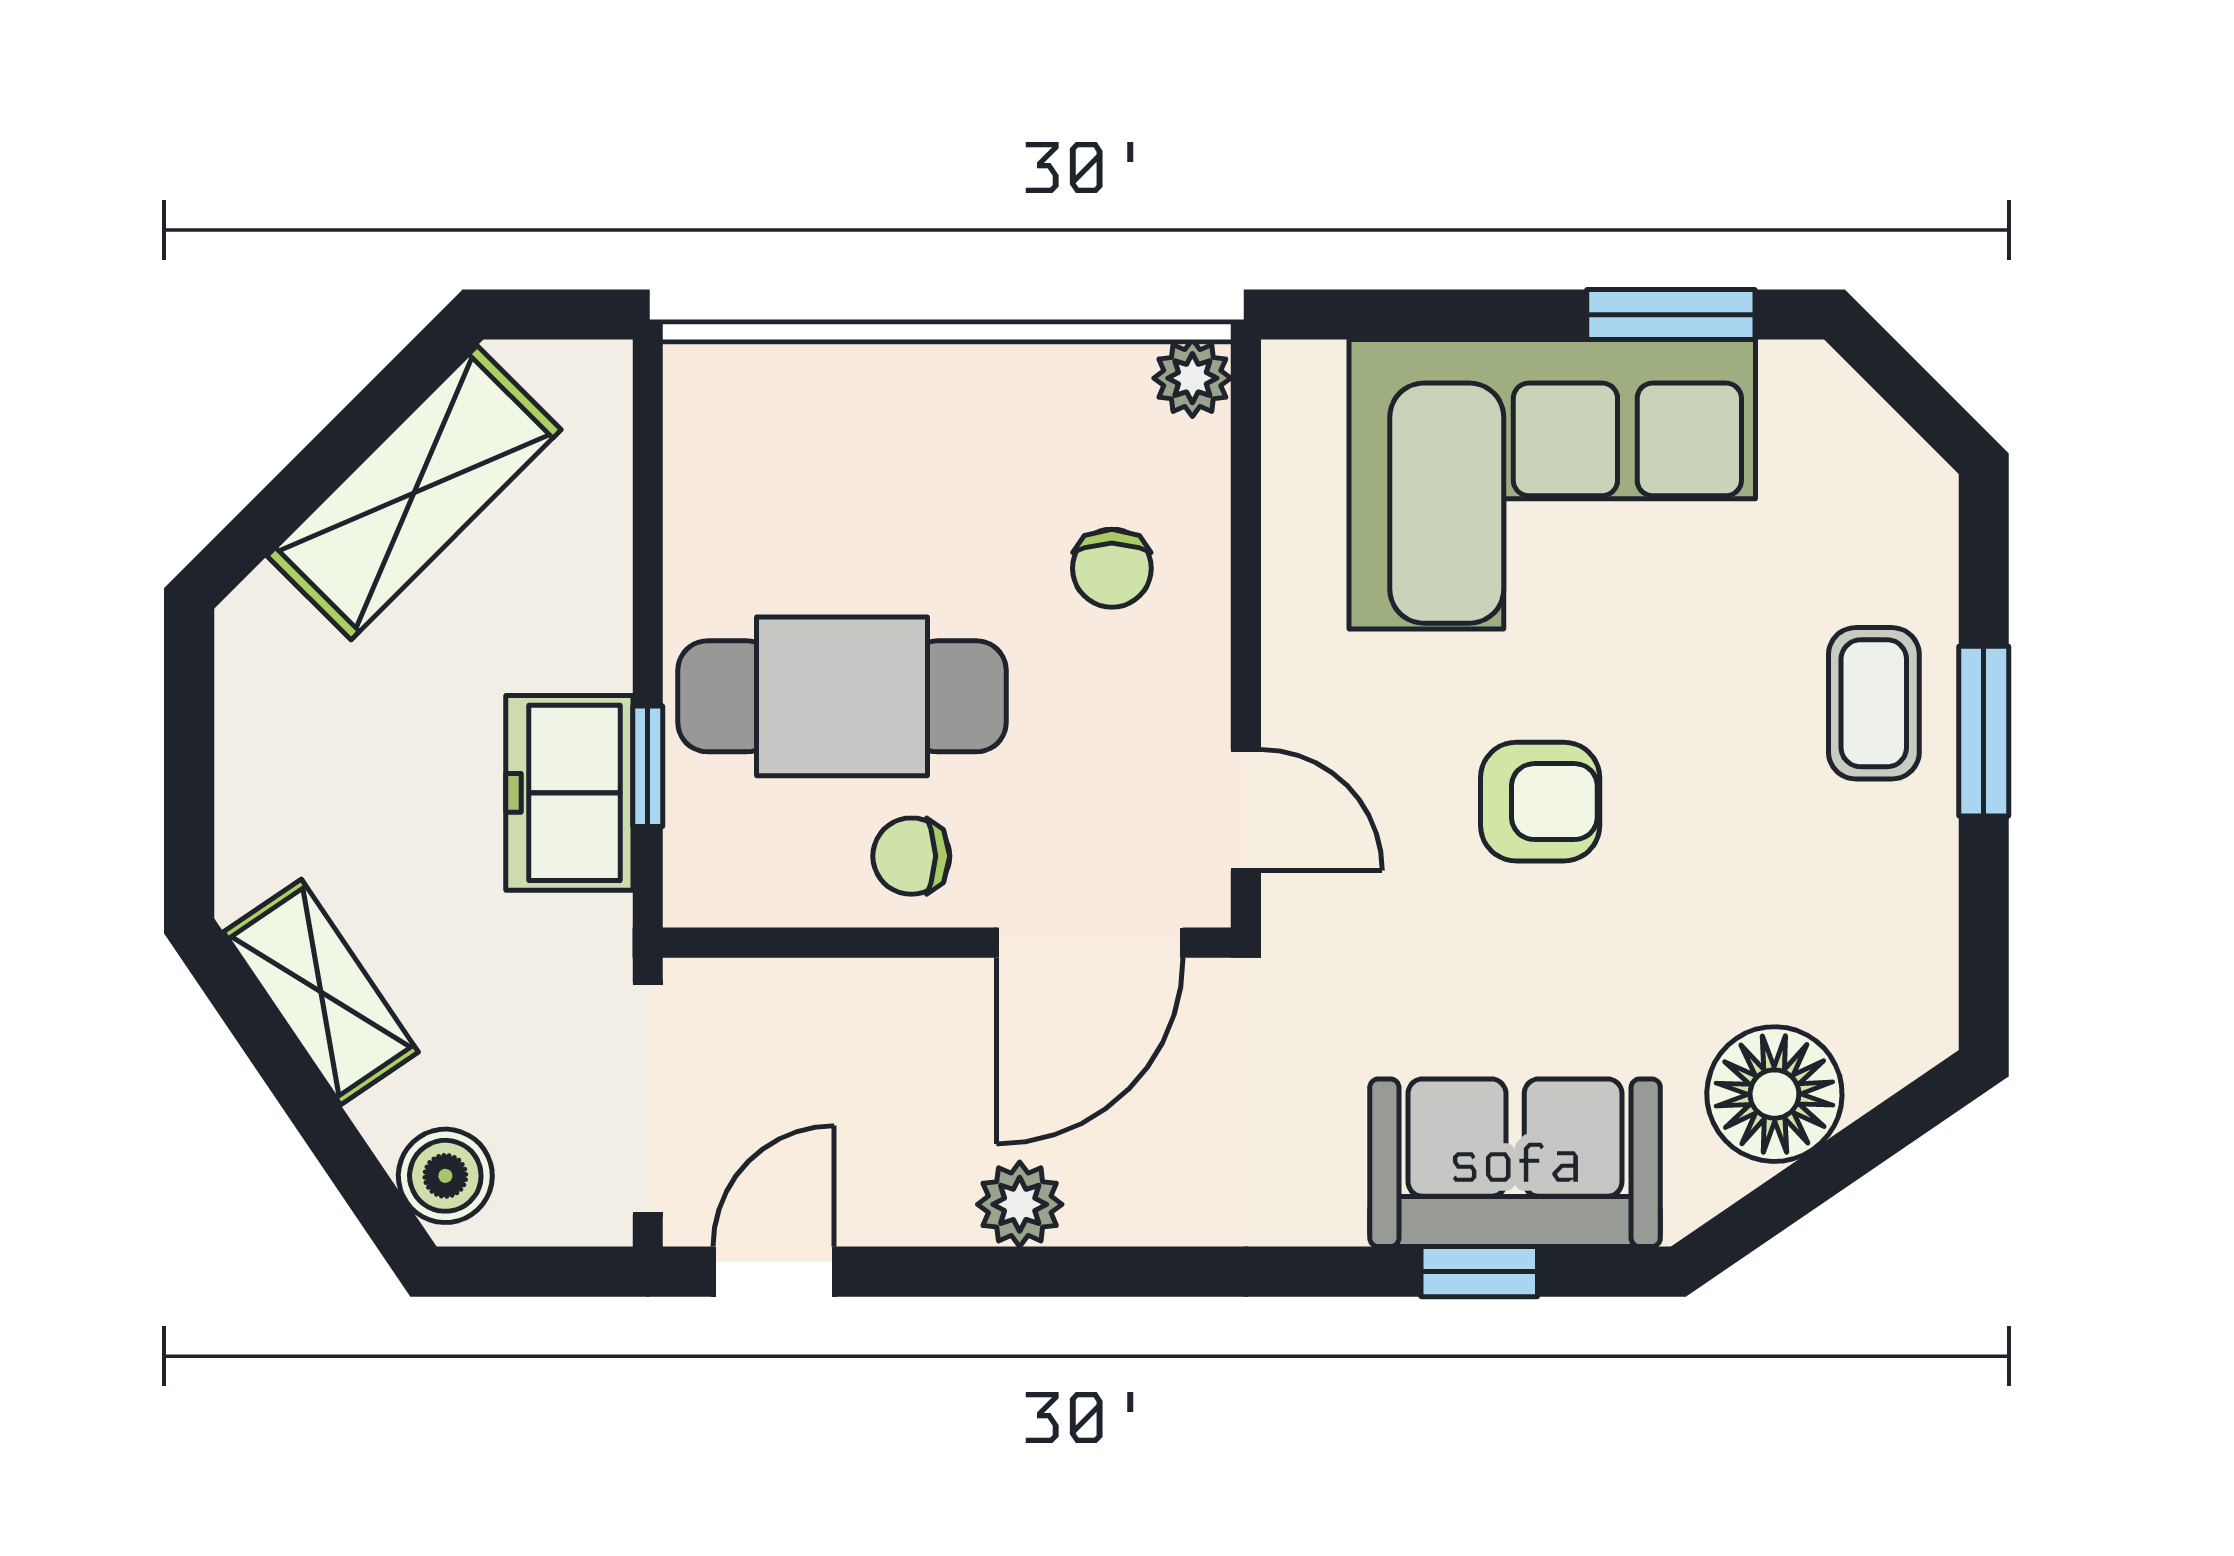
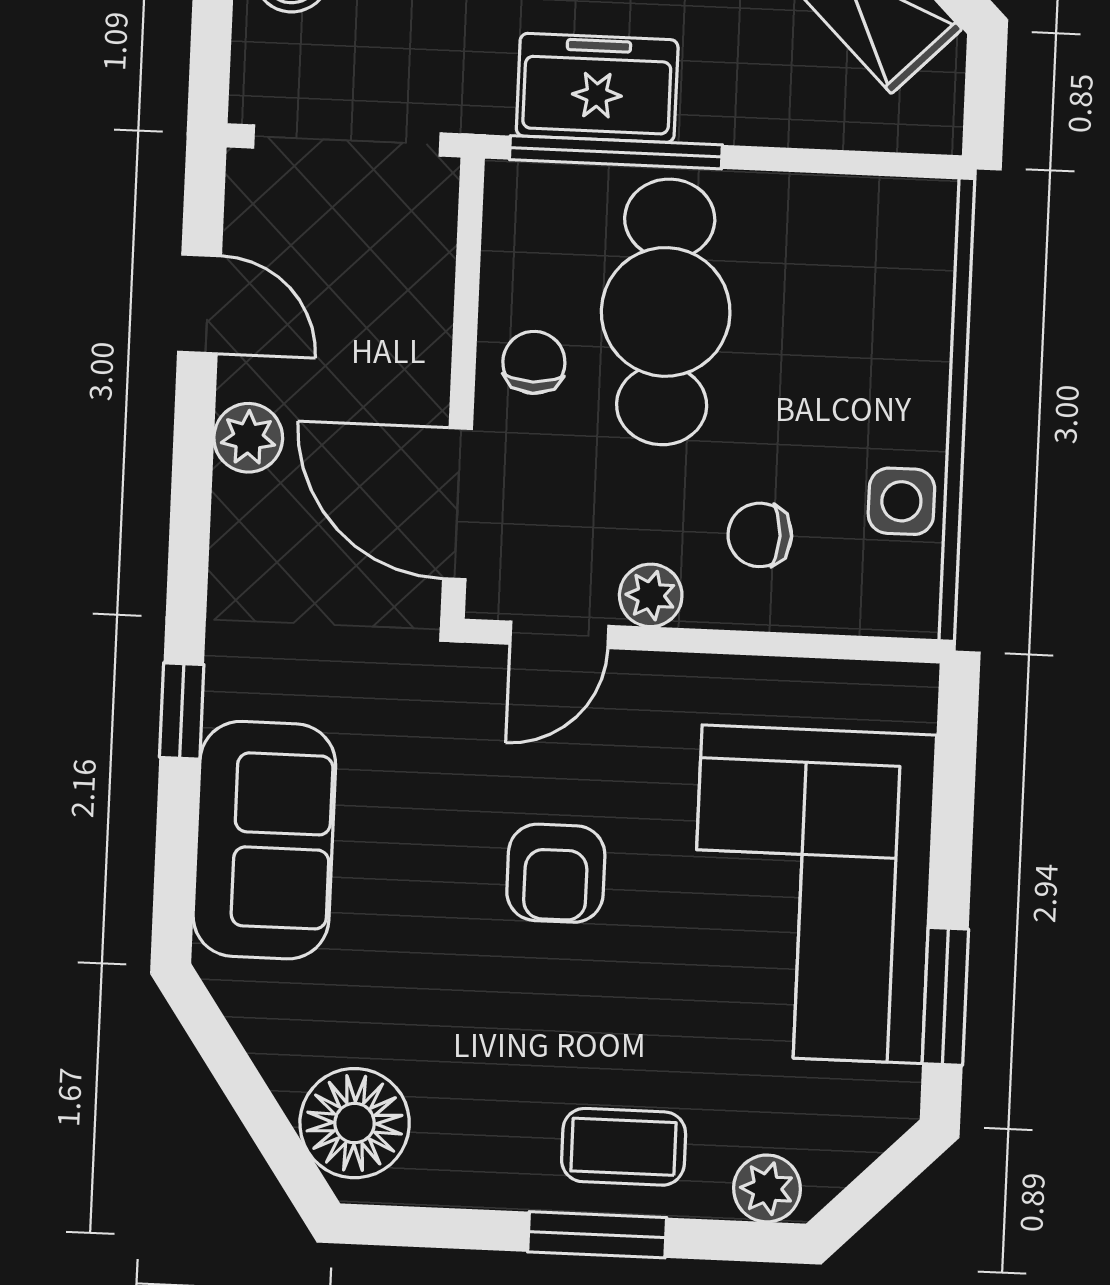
plant: (1192, 378) -> (651, 595), moved
side table: (1063, 395) -> (901, 501), added
plant: (1918, 524) -> (767, 1188), added
window: (648, 766) -> (616, 152), width x2.17
floor lamp: (1774, 1094) -> (355, 1123), moved
door: (774, 1272) -> (199, 304), moved
window: (1479, 1272) -> (182, 711), moved

